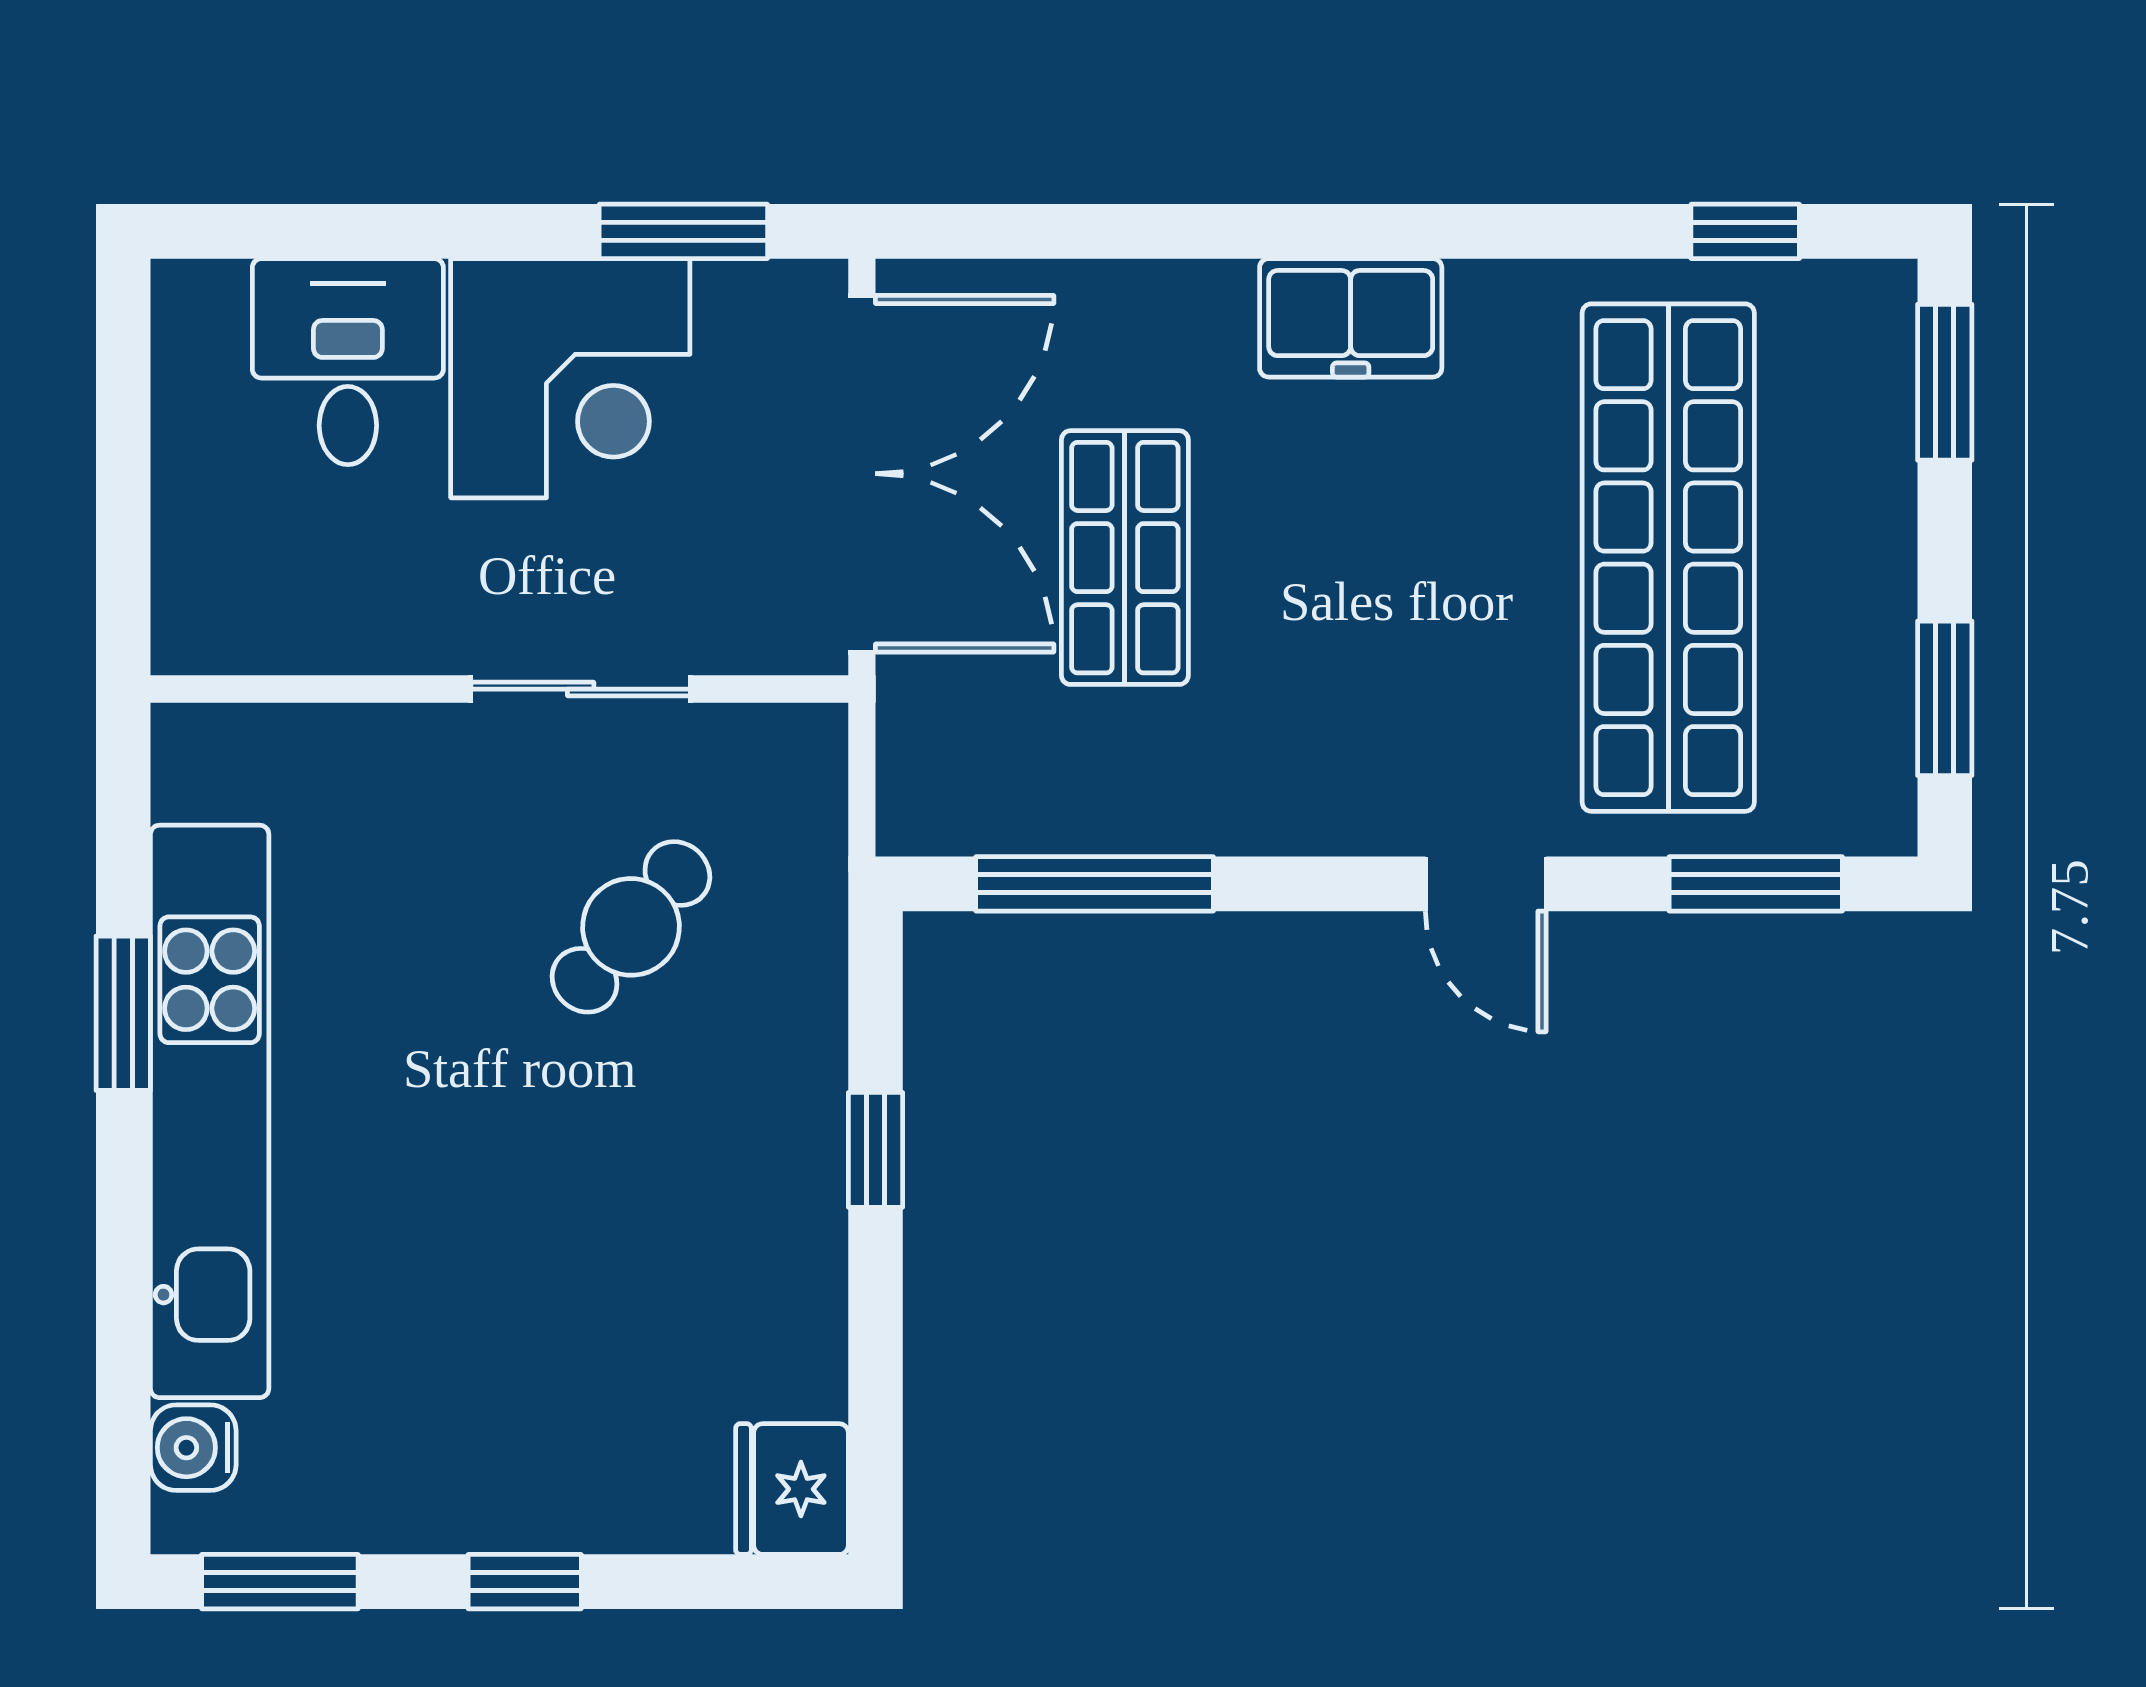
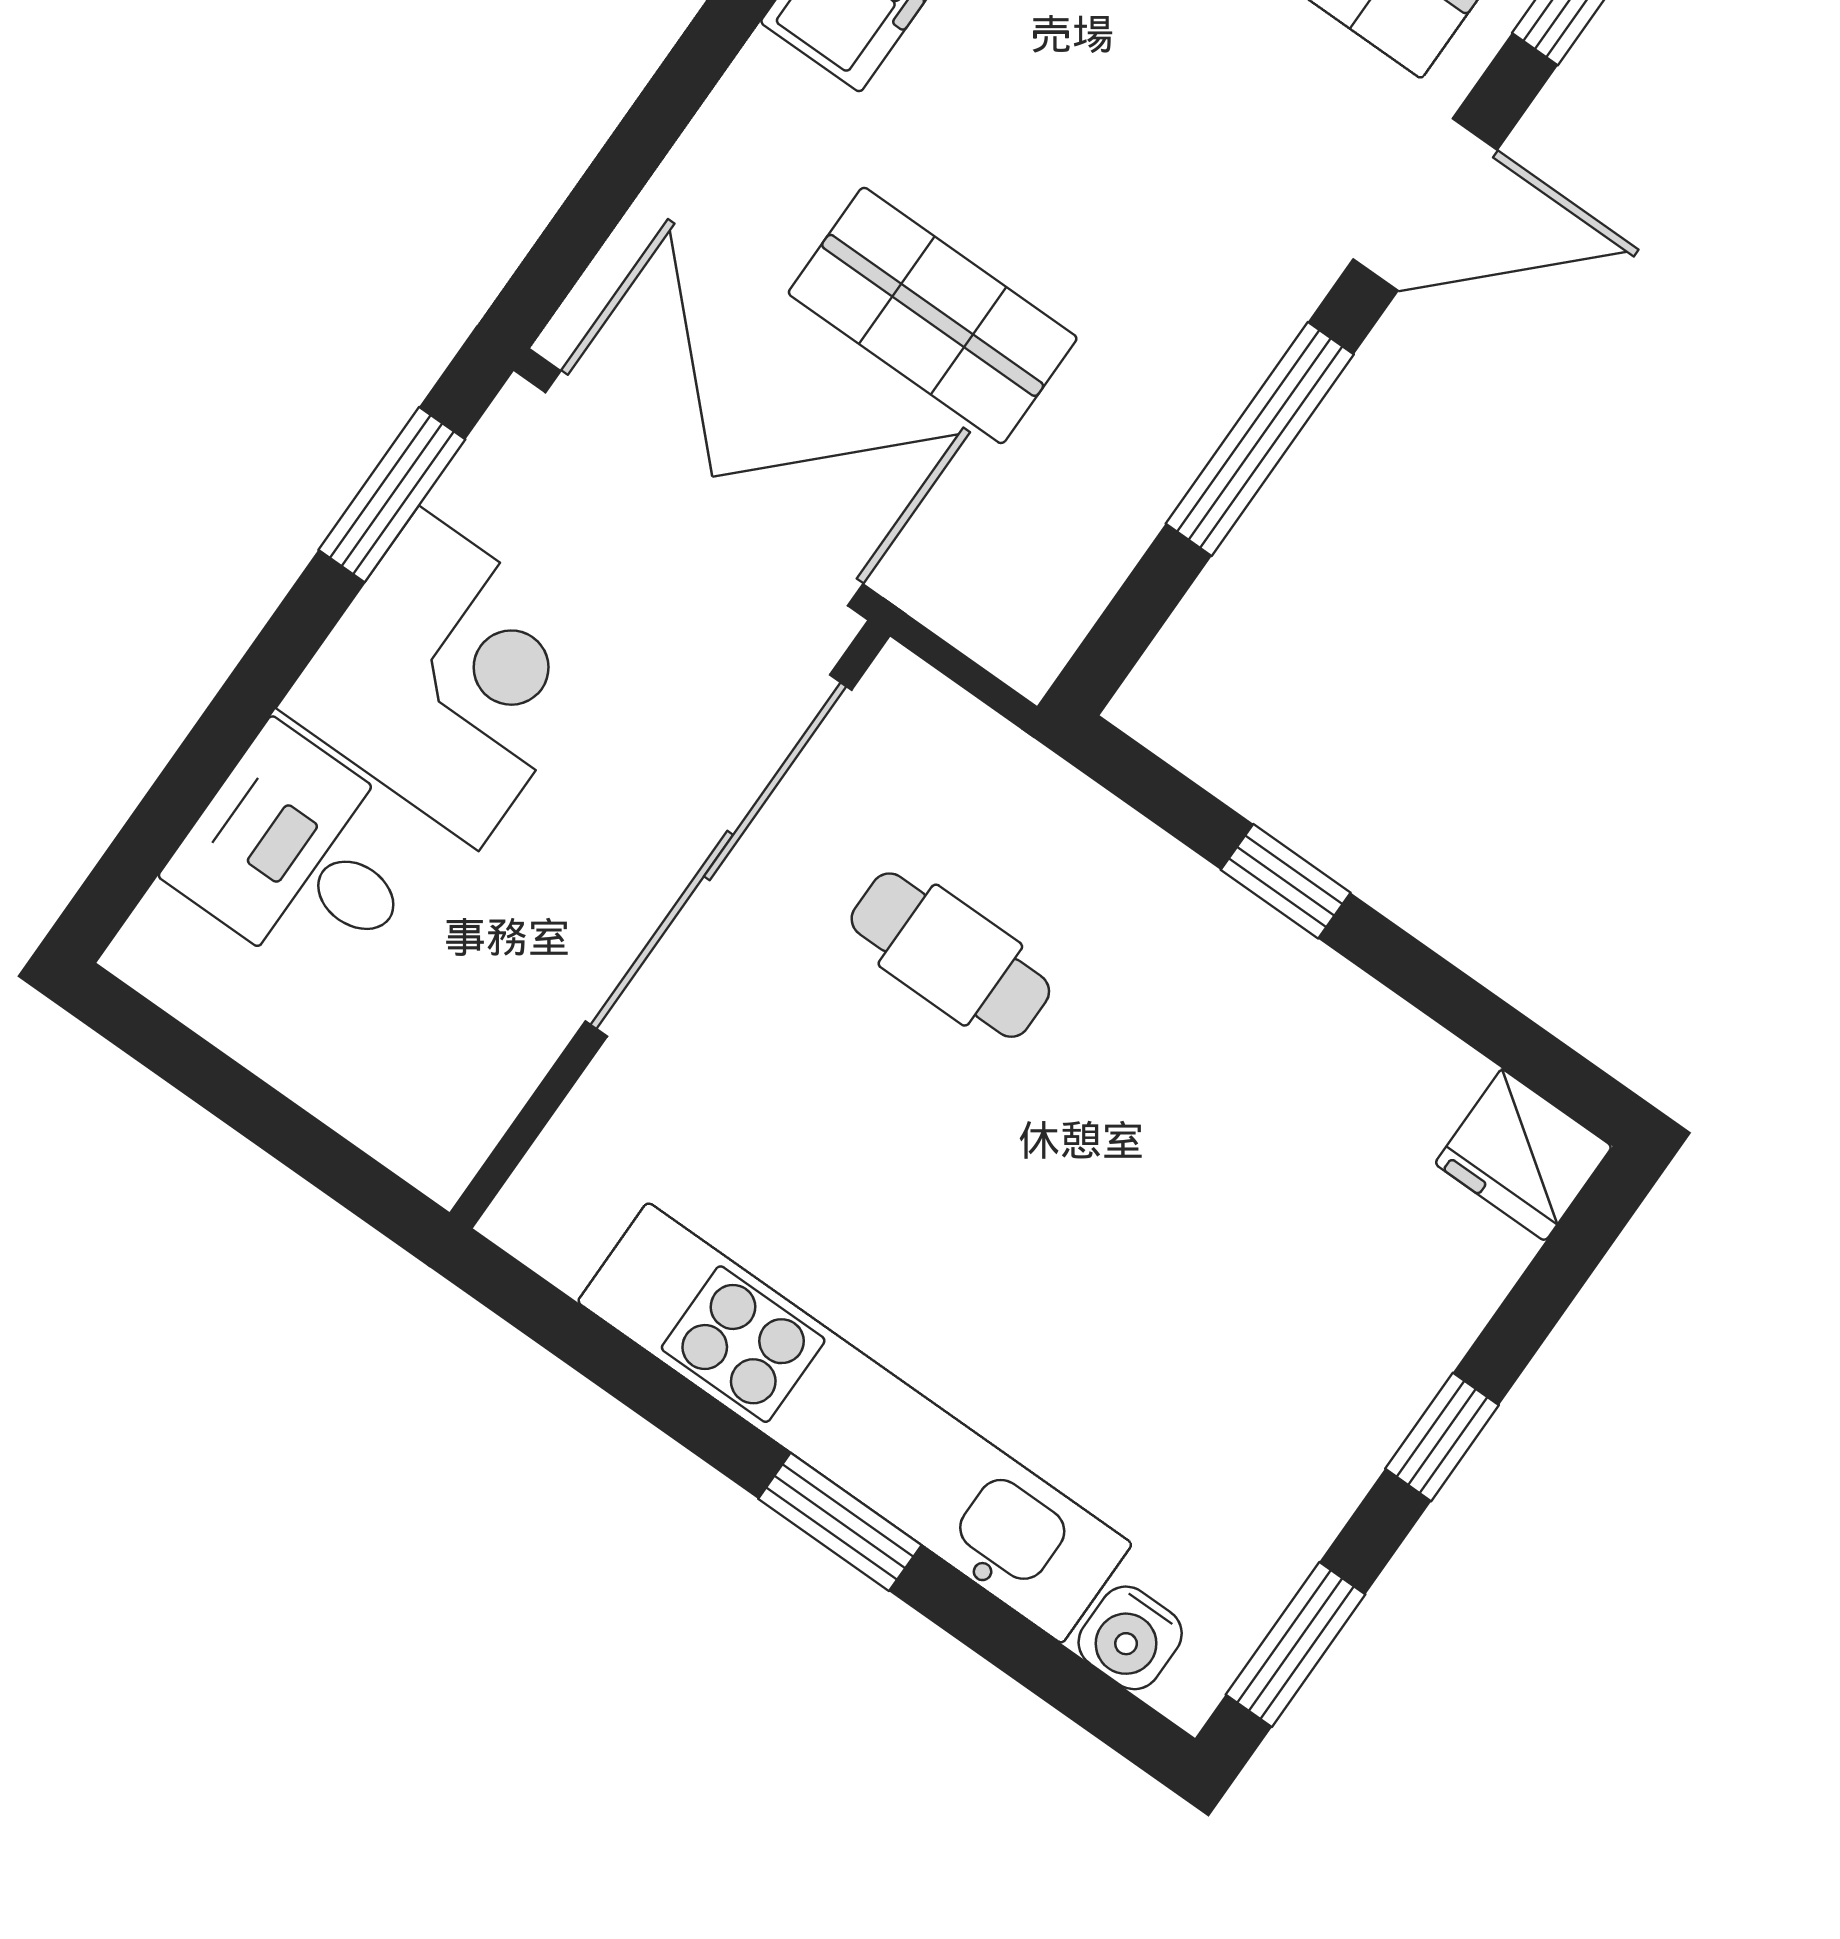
sliding door: (581, 689) -> (718, 856), width x1.86
window: (1095, 884) -> (1260, 439), moved
door: (1486, 884) -> (1425, 205), width x1.38
cafe table: (631, 927) -> (950, 955), turned -41
window: (123, 1013) -> (840, 1522), moved

